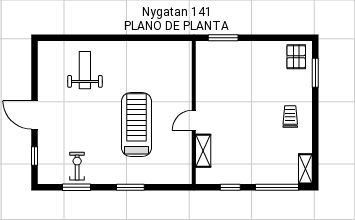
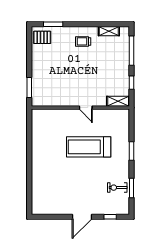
weight bench: (85, 70) -> (51, 182), removed
shelving: (203, 151) -> (118, 101), moved
shelving: (305, 169) -> (109, 31), moved

